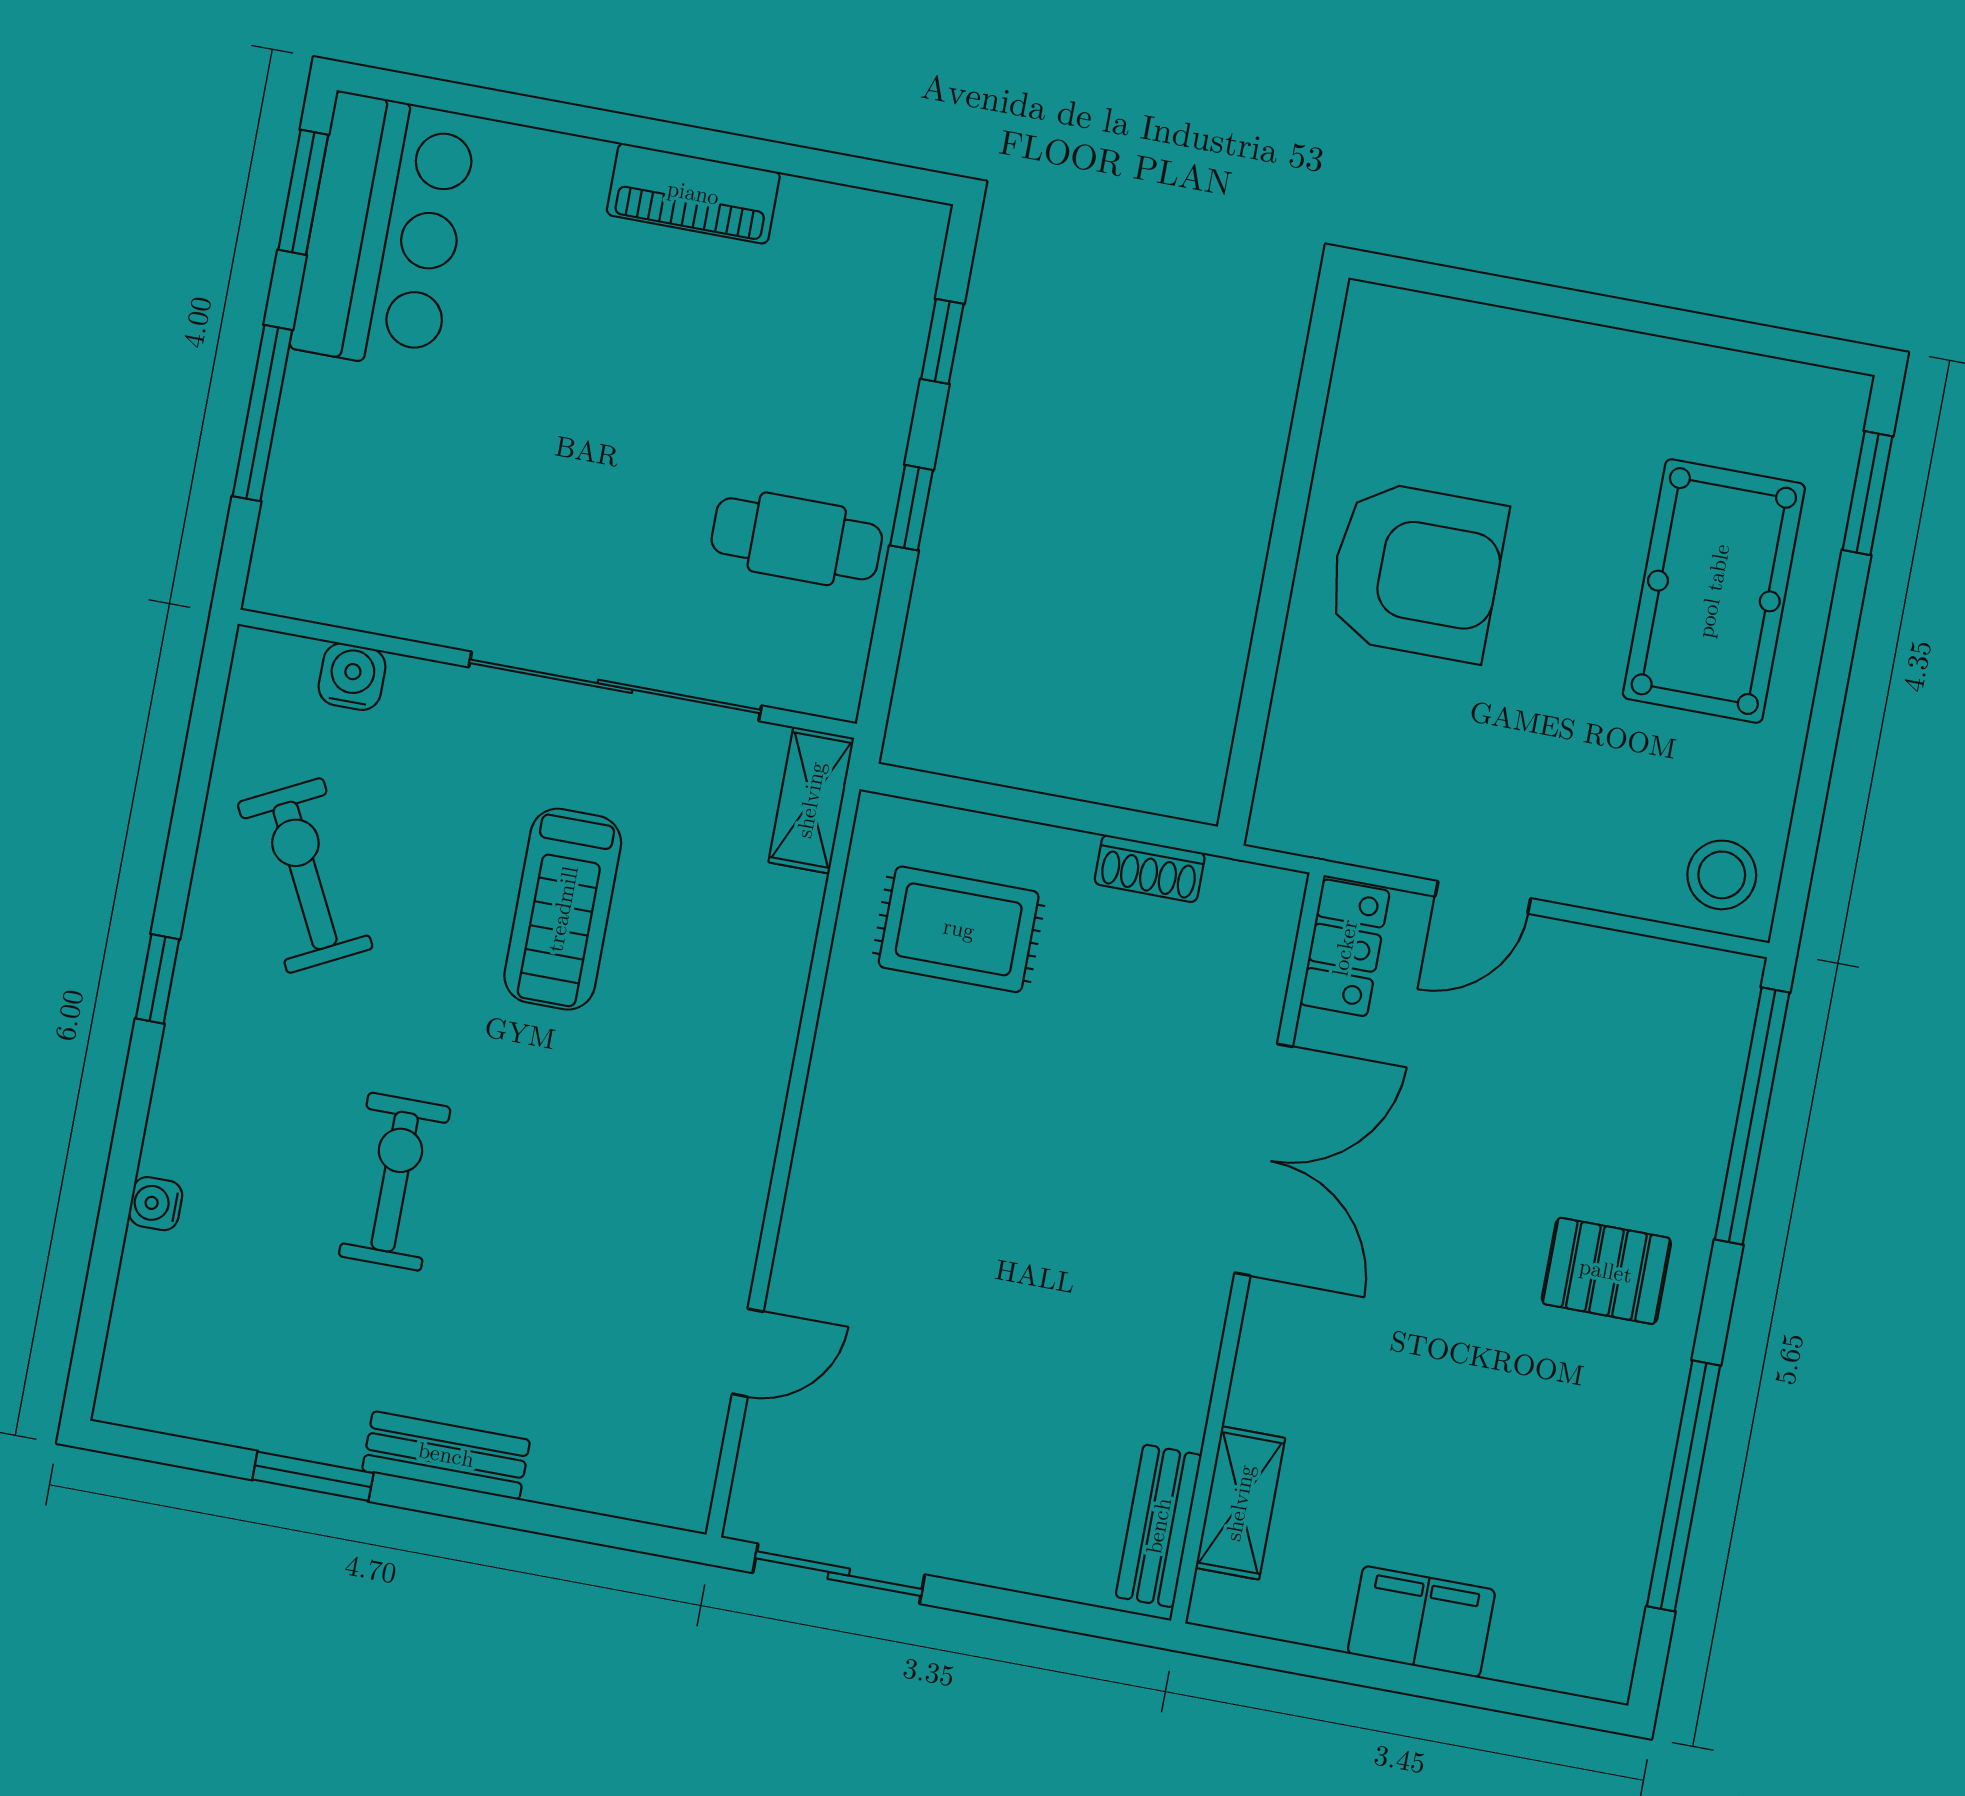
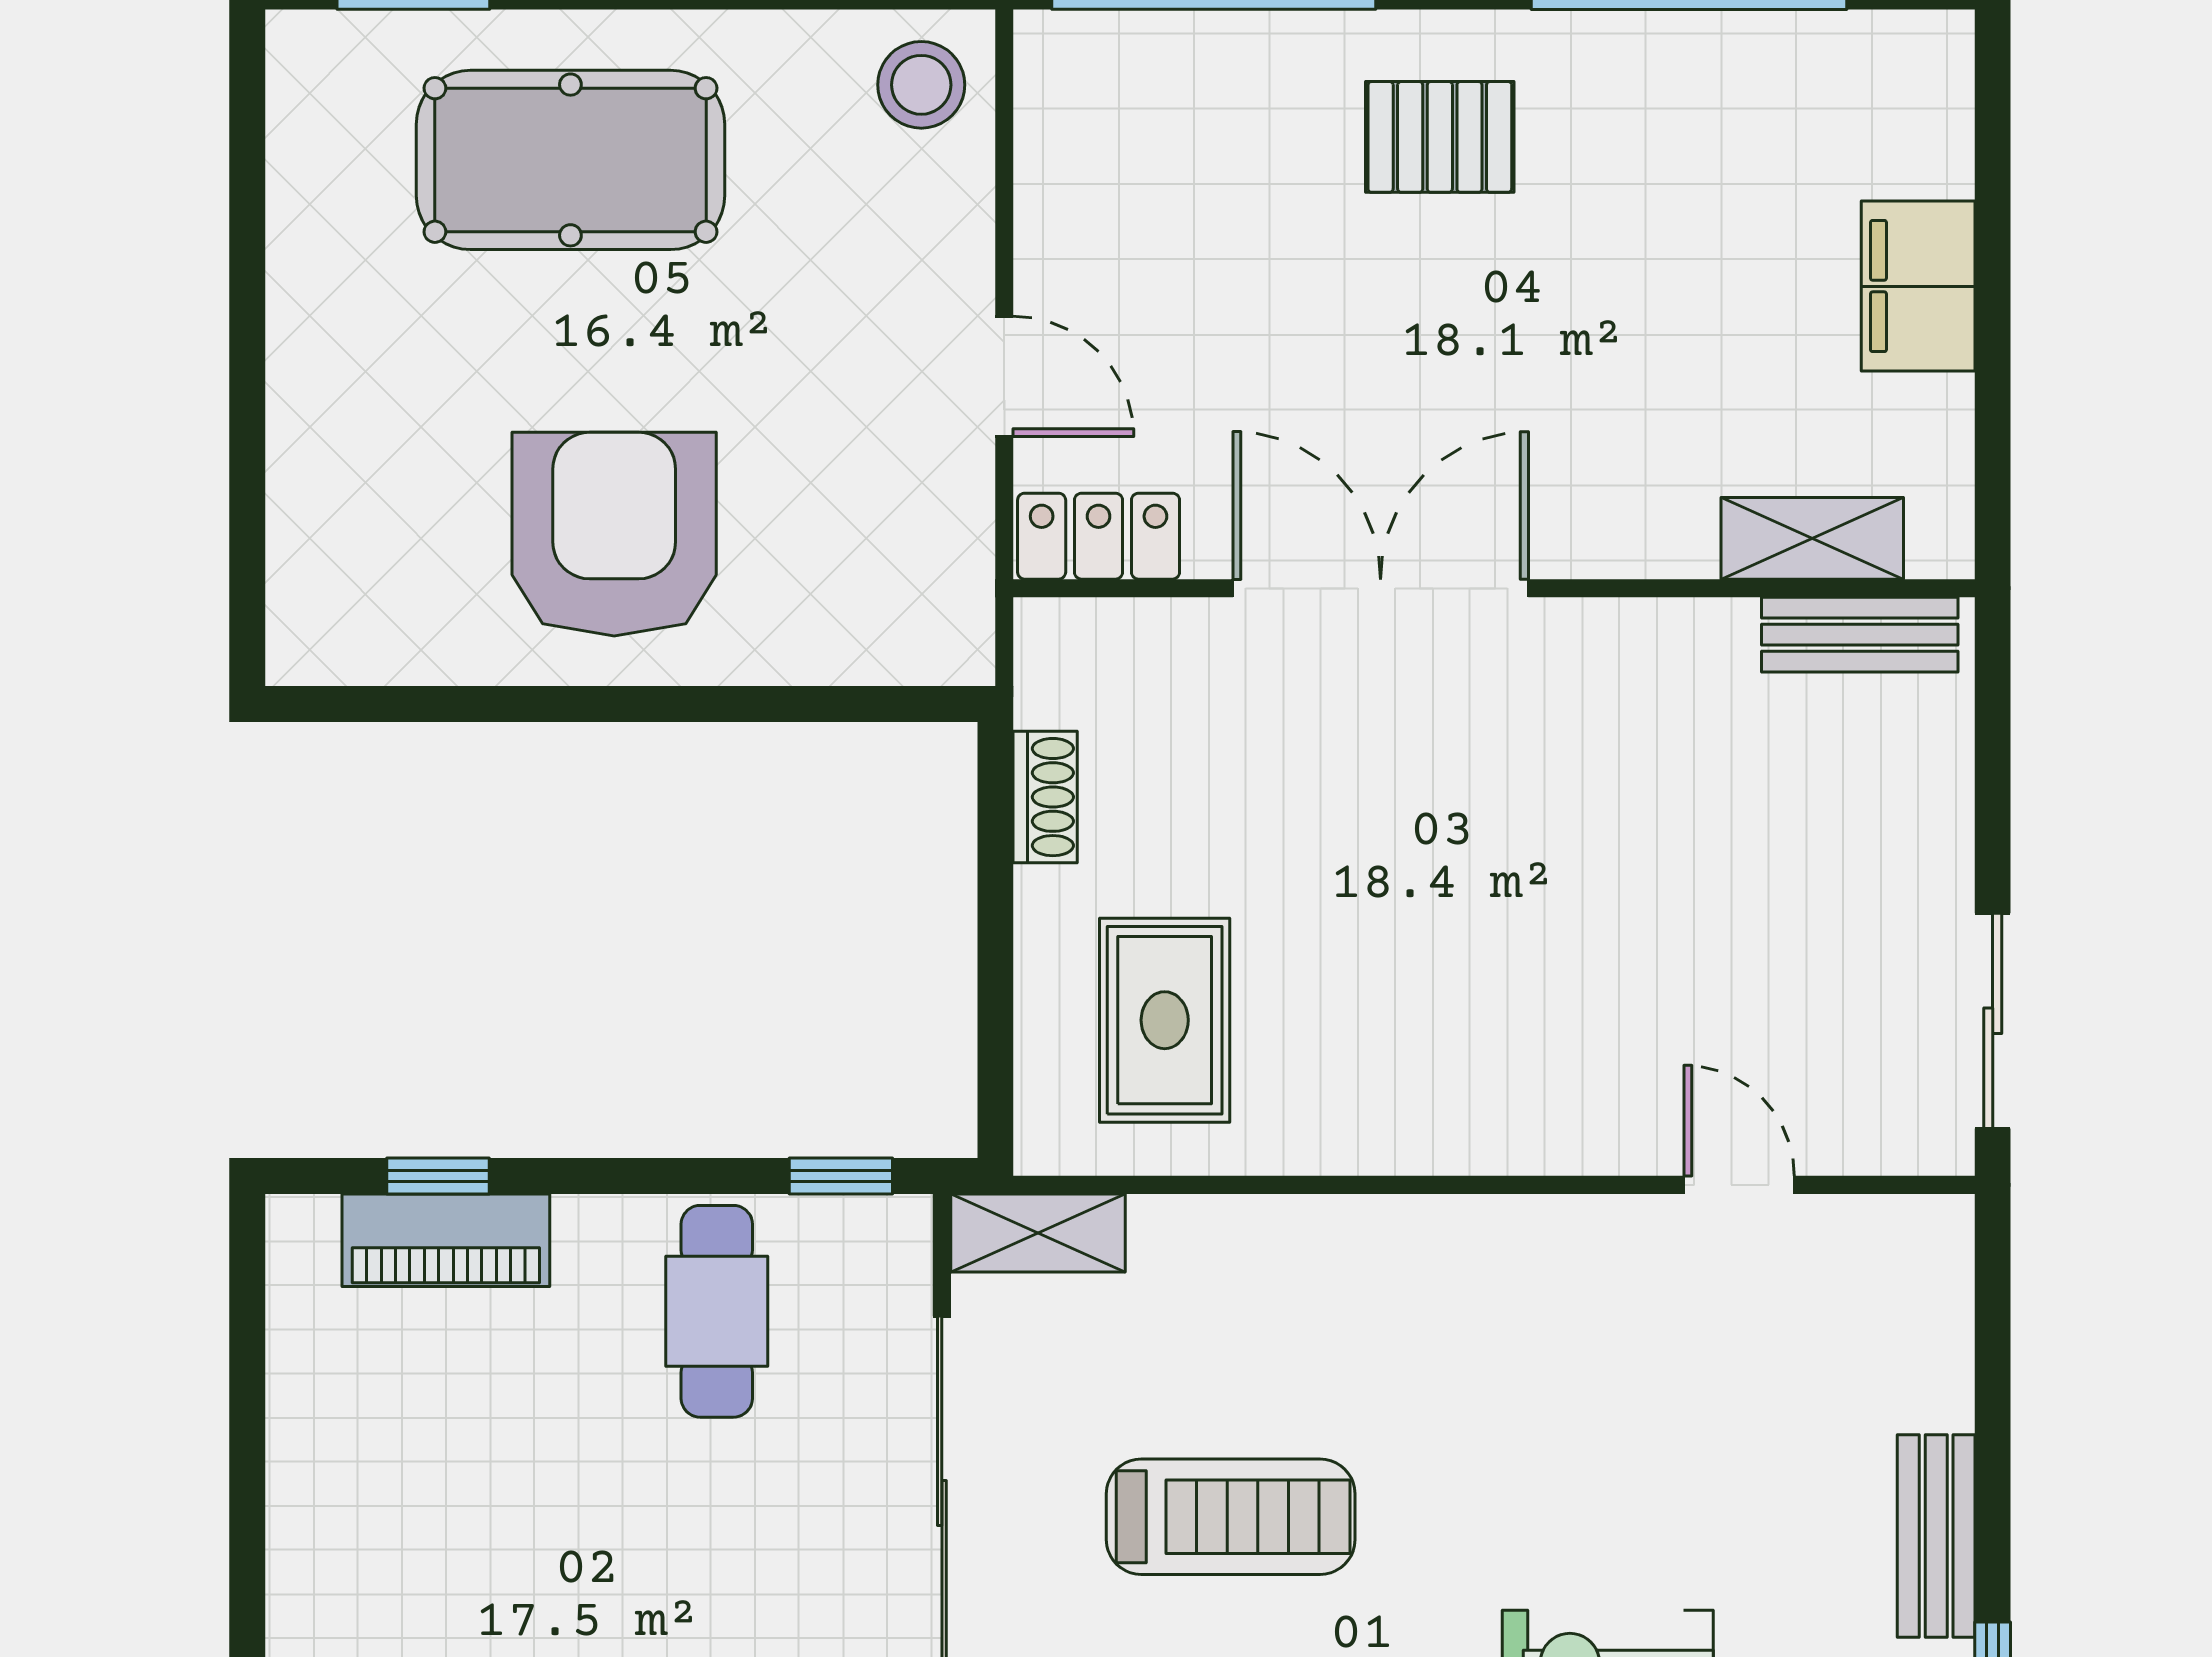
piano: (693, 193) -> (446, 1240), moved, turned 90
window: (911, 508) -> (841, 1176), moved
pallet: (1606, 1271) -> (1440, 137), turned 90

